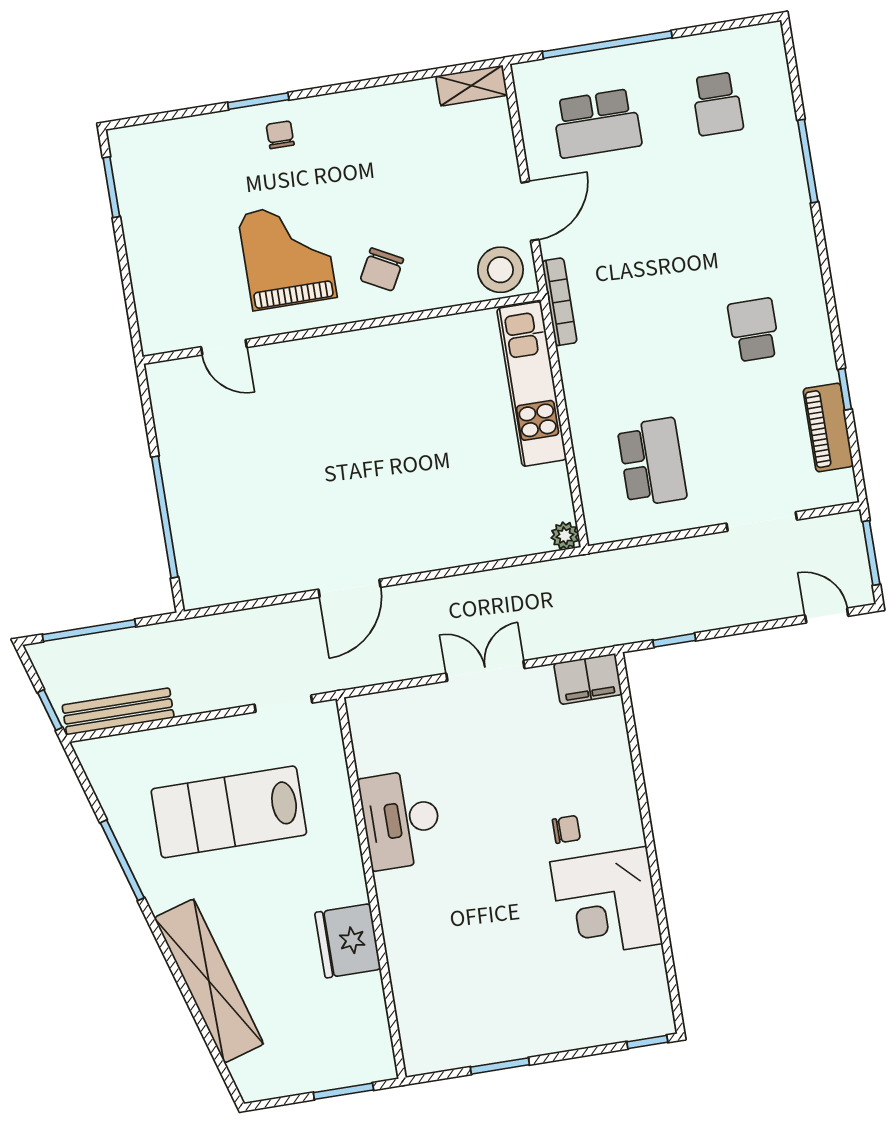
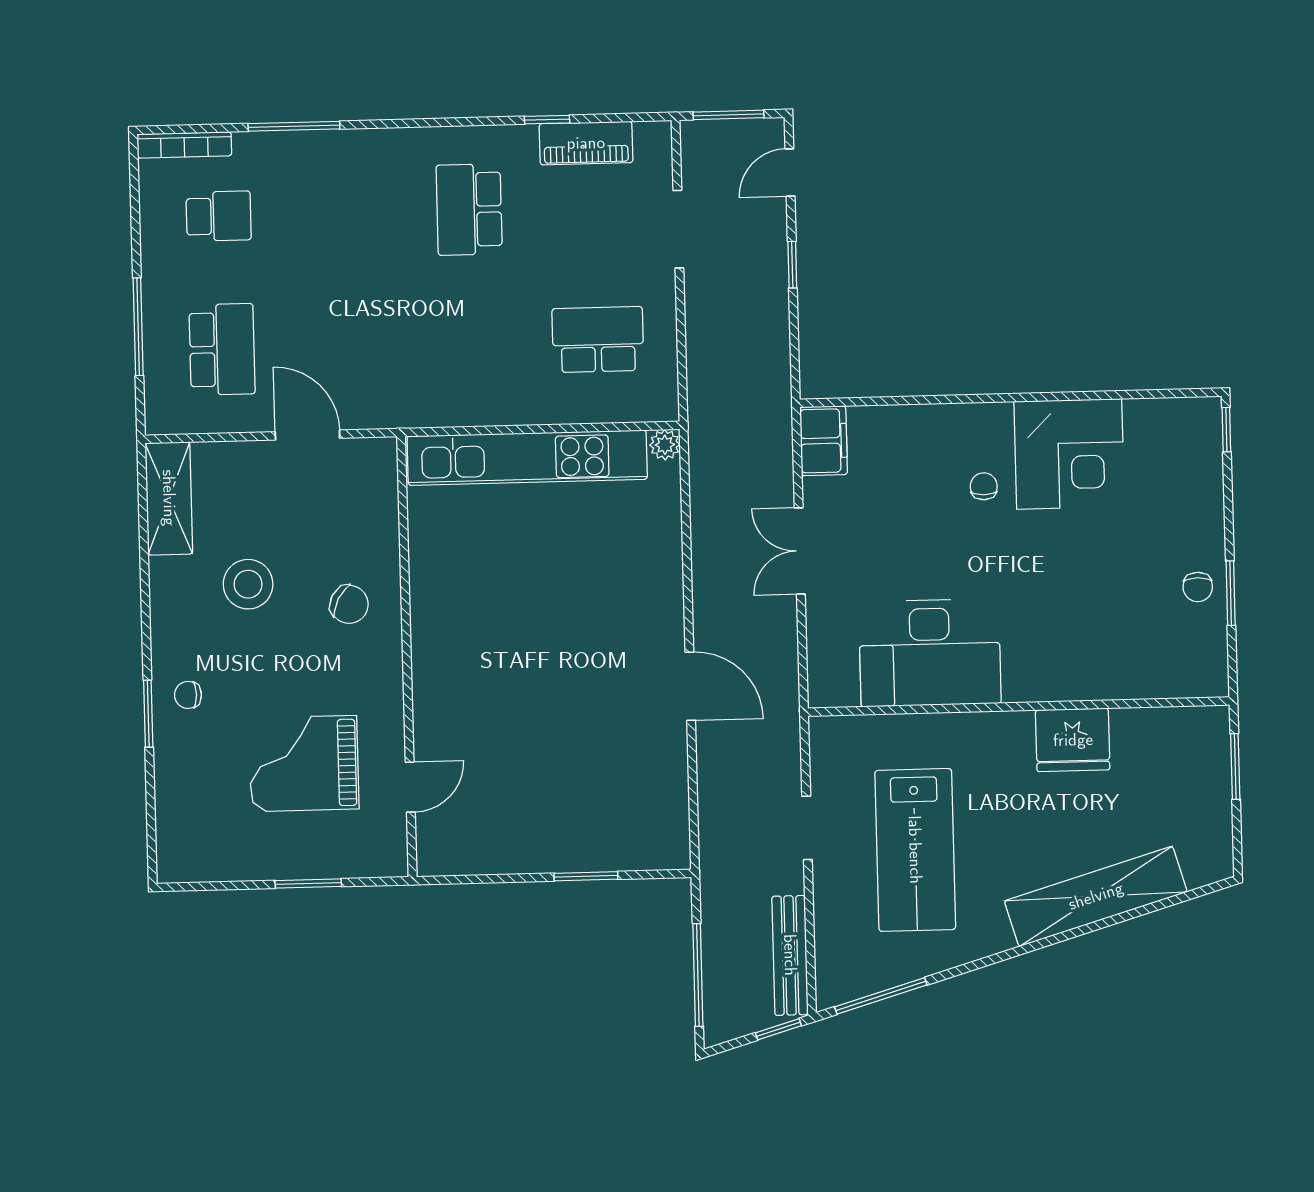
window: (607, 45) -> (138, 327), width x0.68
shelving: (472, 86) -> (169, 498), width x1.50, depth x1.33
window: (111, 187) -> (308, 883), moved
grand piano: (287, 256) -> (304, 763), moved
stool: (500, 270) -> (248, 584), moved
bookcase: (559, 302) -> (184, 145), moved, turned 180
school desk: (754, 330) -> (469, 210), width x1.85
kitchen unit: (532, 384) -> (527, 458), width x1.36
window: (165, 517) -> (586, 876), width x0.47
window: (674, 640) -> (792, 265), moved
doorway: (283, 704) -> (807, 828), moved
desk: (401, 820) -> (930, 653), width x1.36, depth x1.30
window: (122, 860) -> (881, 996), moved
chair: (501, 1035) -> (1198, 587), added

